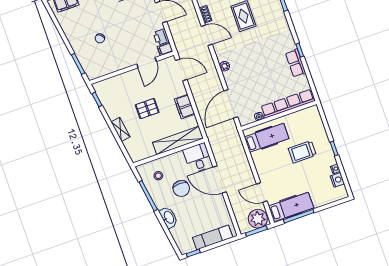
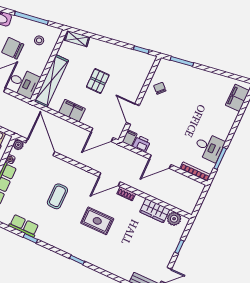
chair: (100, 38) -> (160, 88), moved
coffee table: (253, 60) -> (57, 196), added
plant: (225, 66) -> (18, 145), moved
shelving: (120, 129) -> (77, 39), moved

